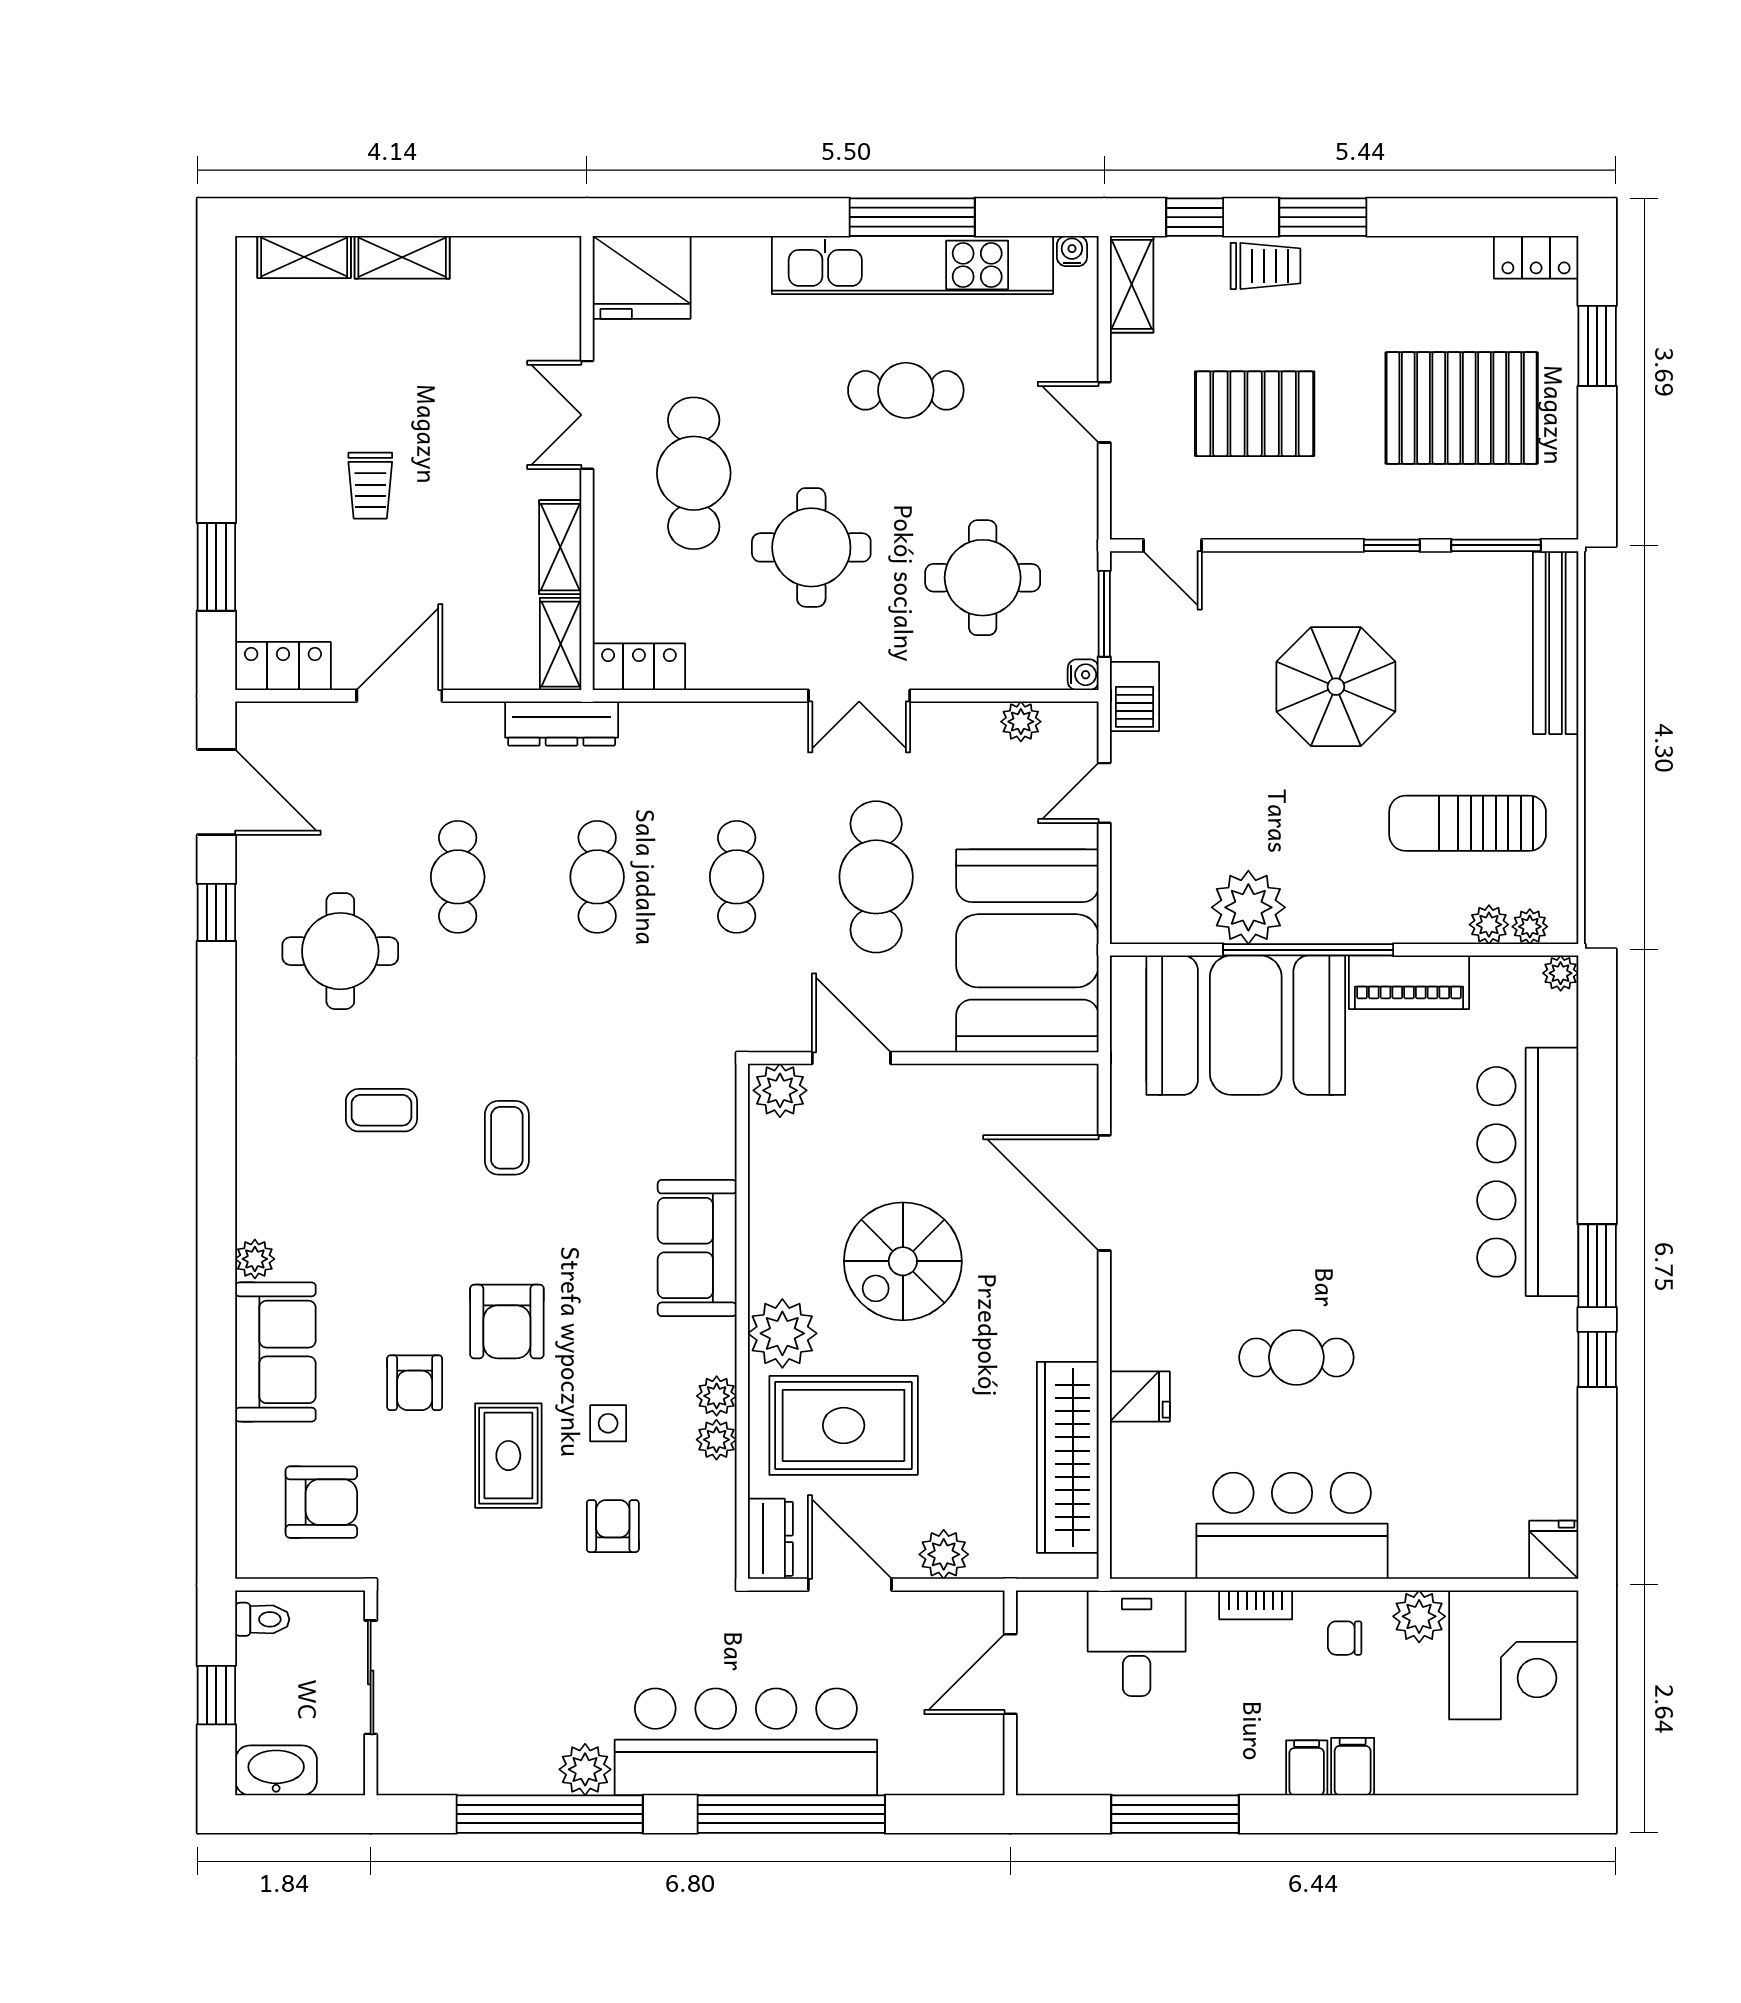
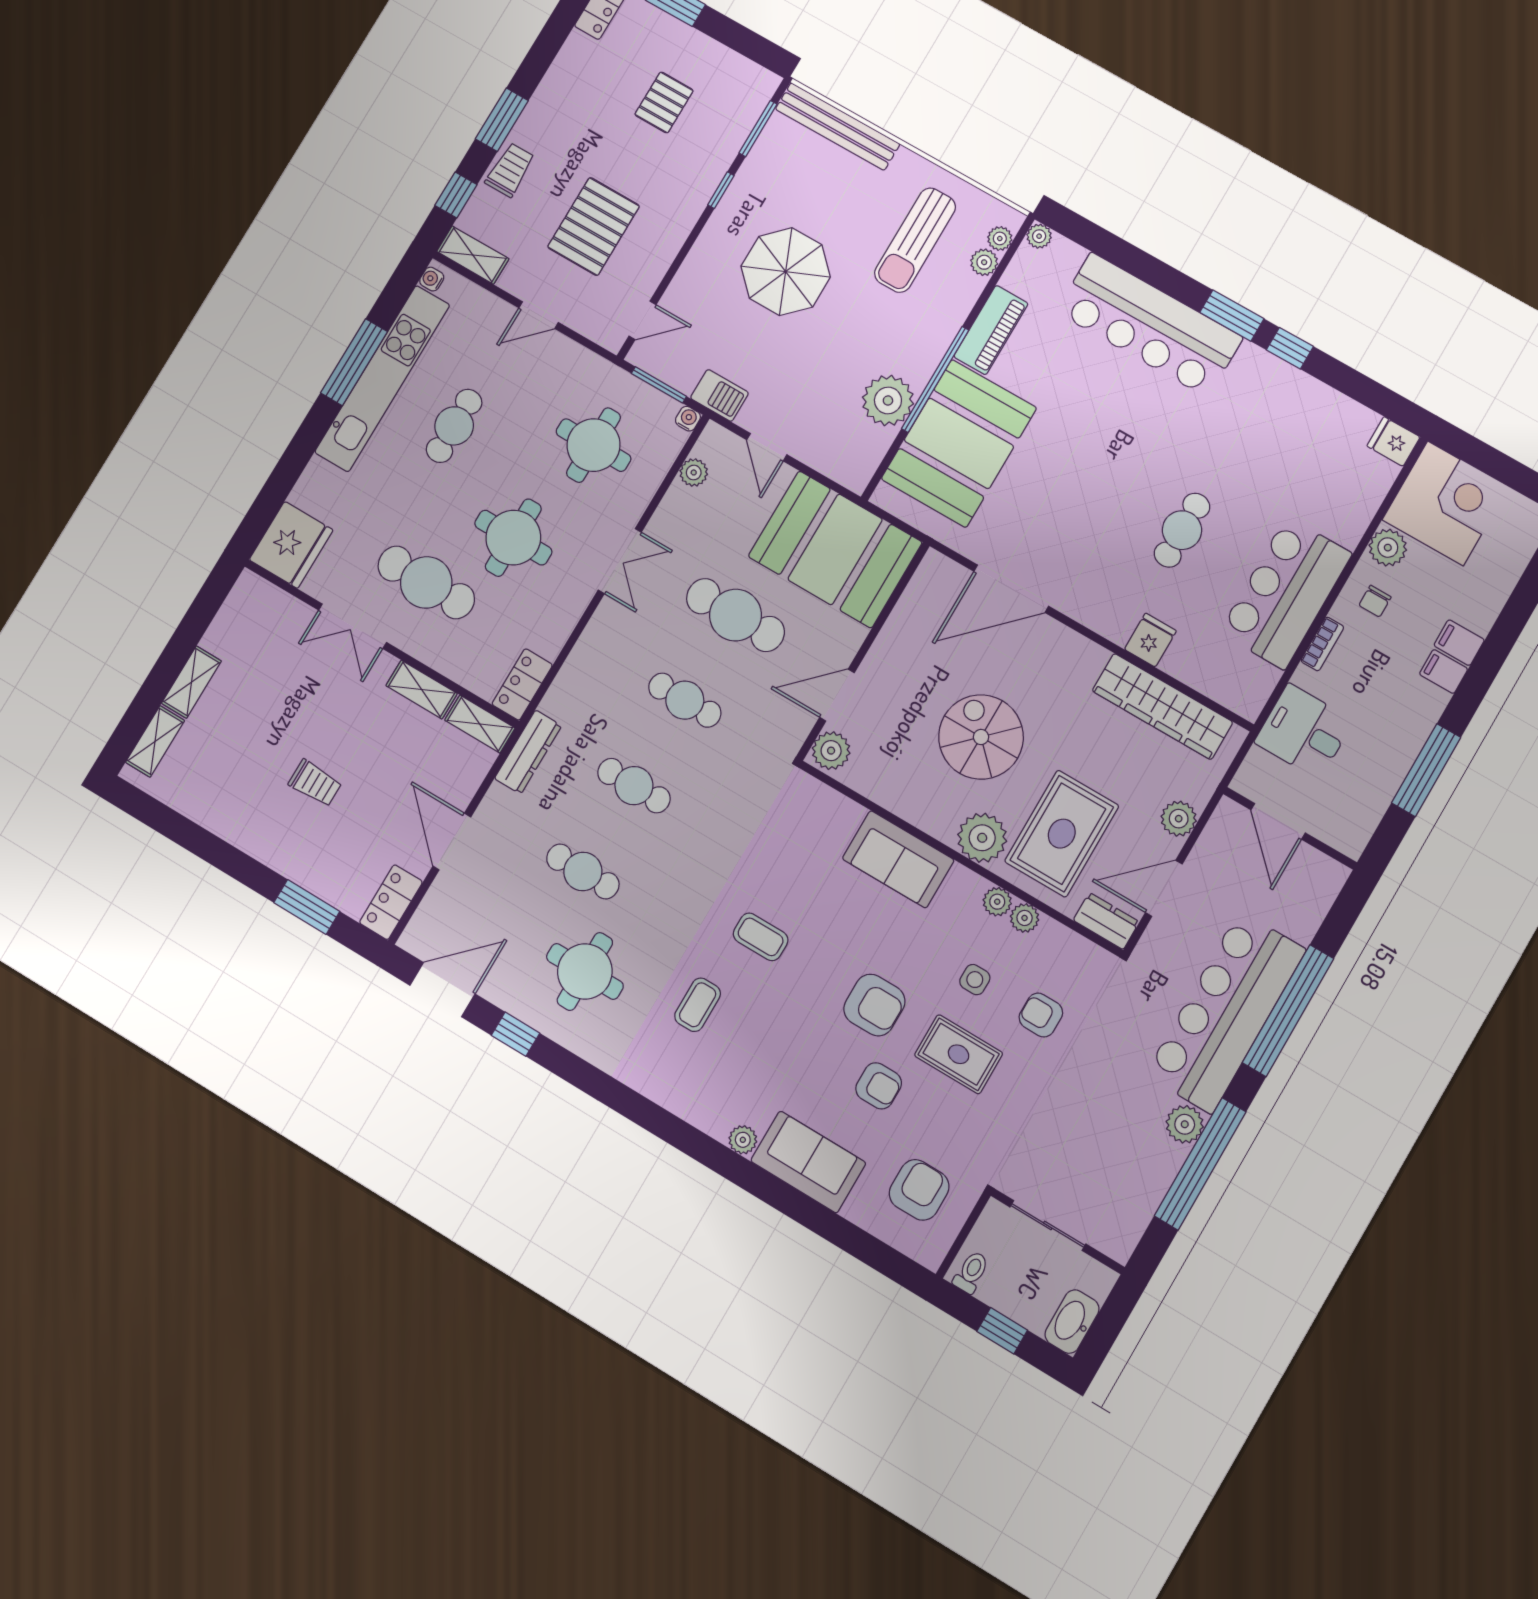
pallet: (1462, 408) -> (664, 102), width x0.49, depth x0.50
spiral stairs: (903, 1261) -> (981, 737), turned 180

